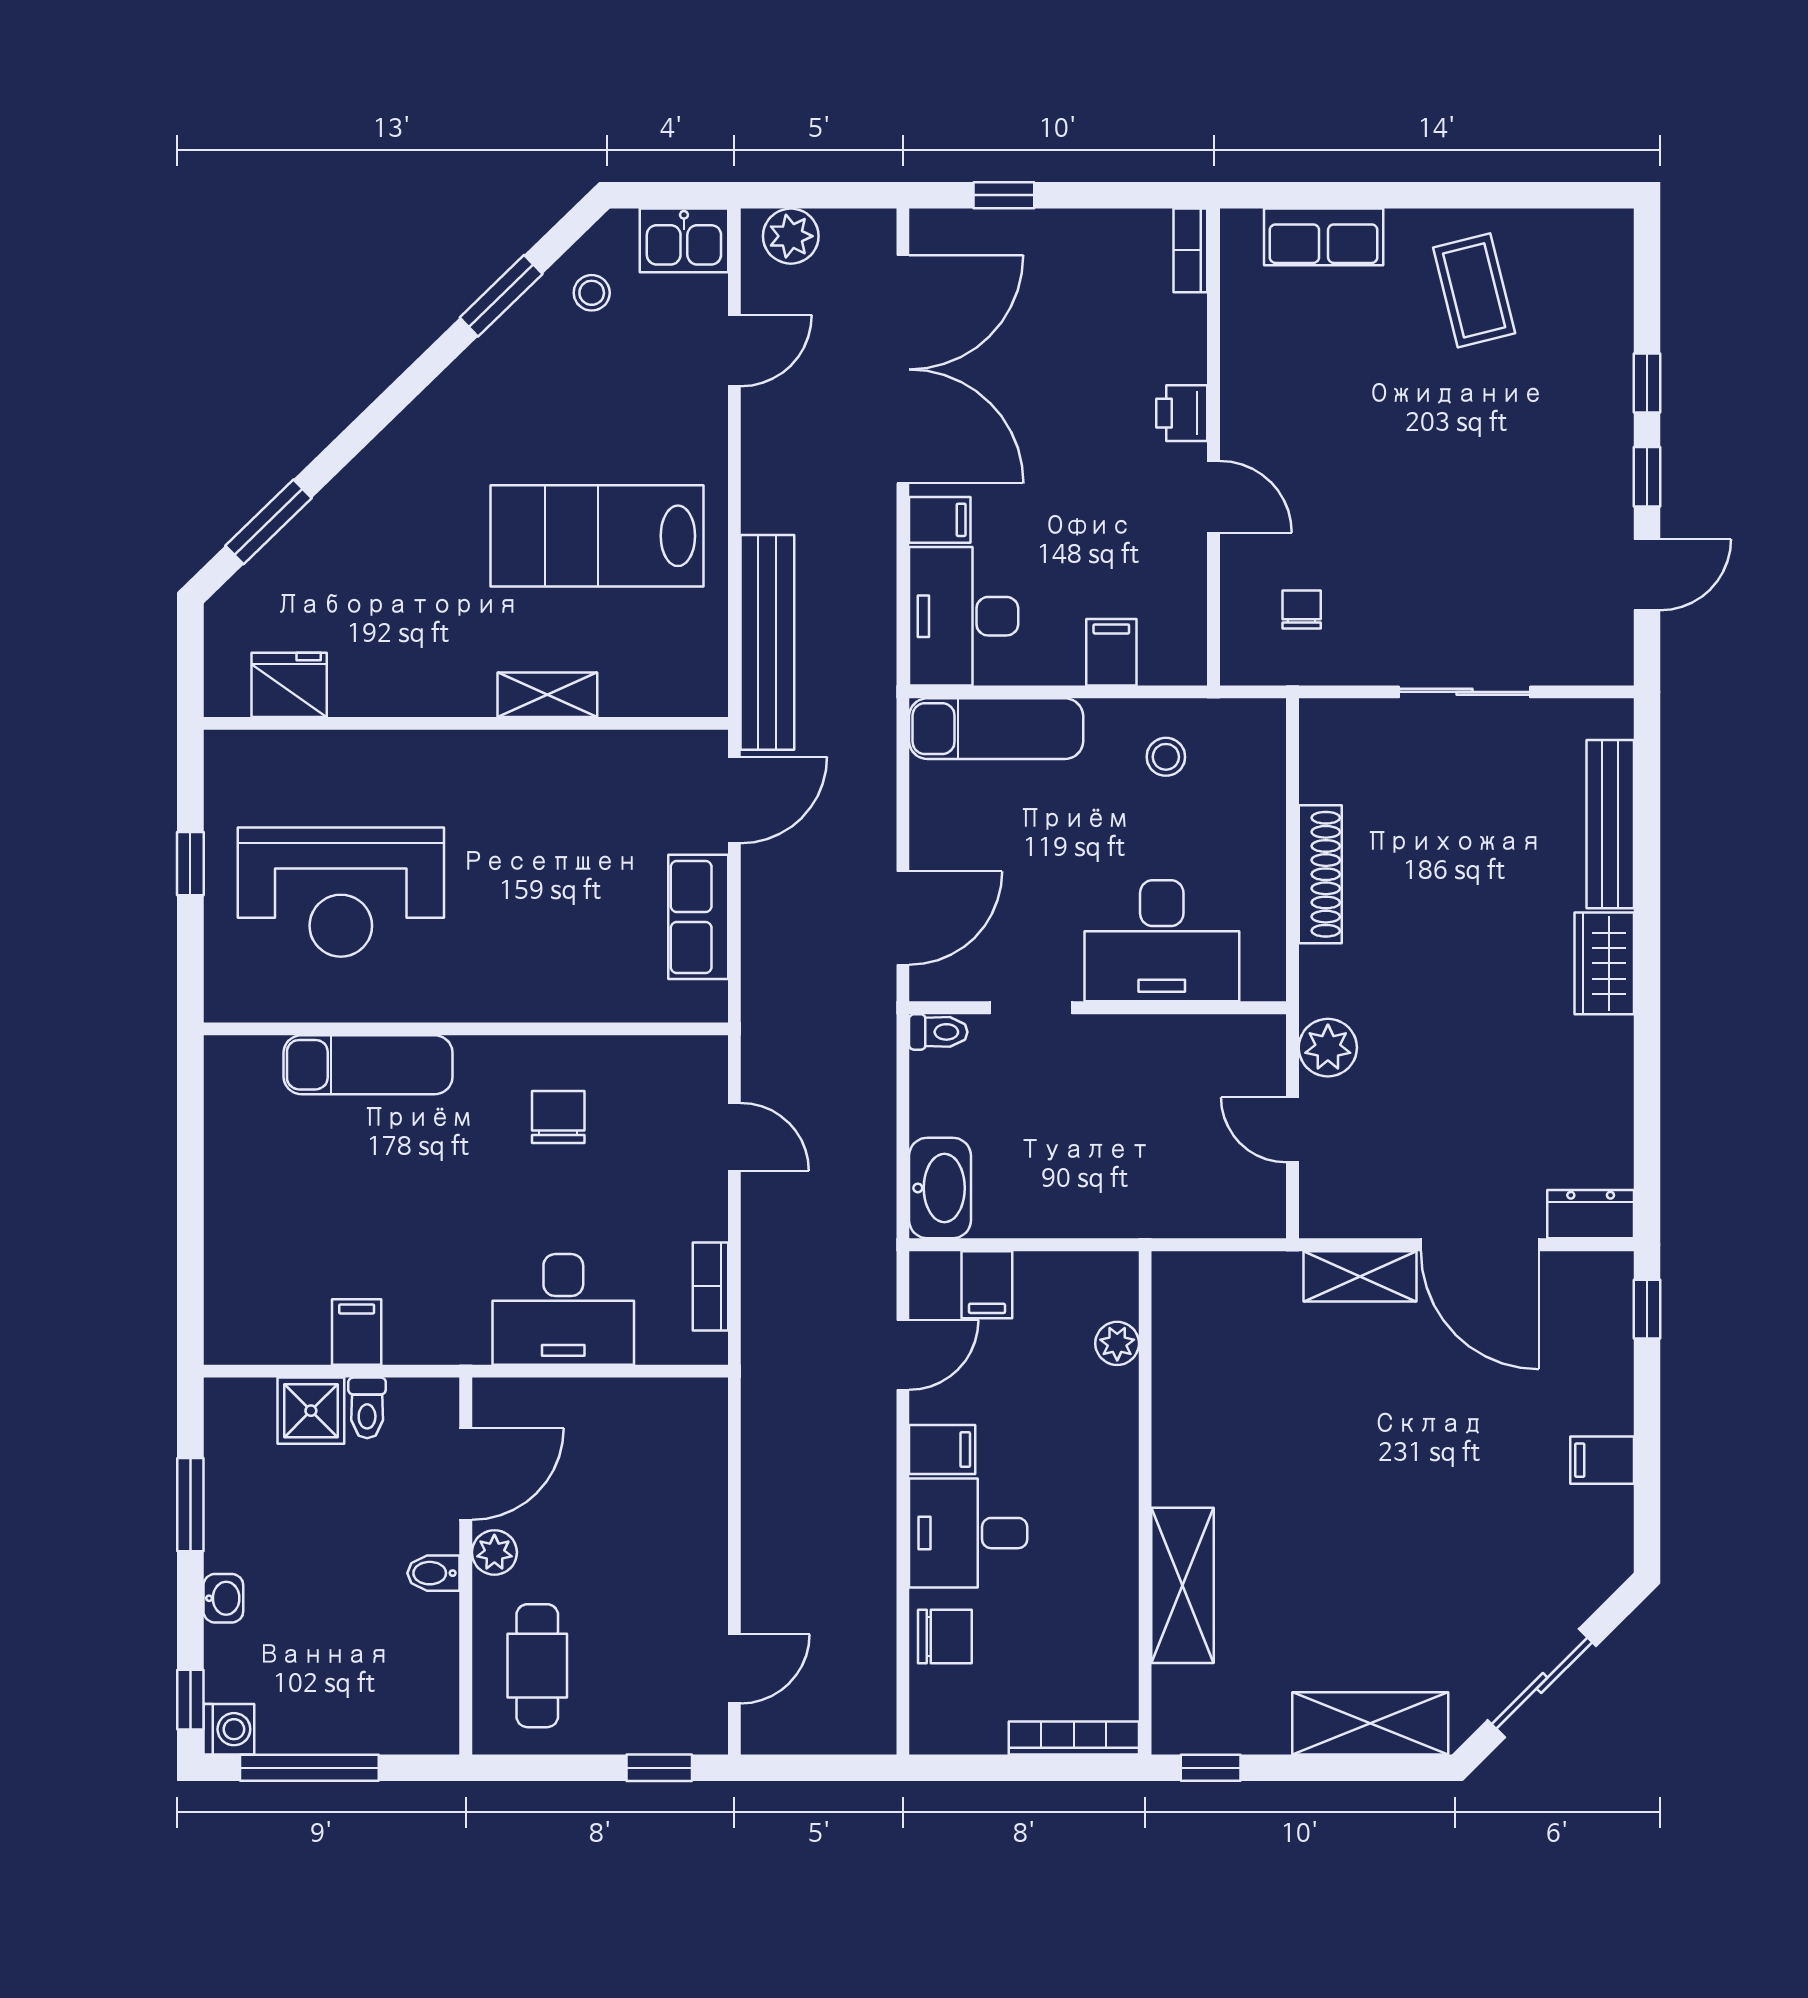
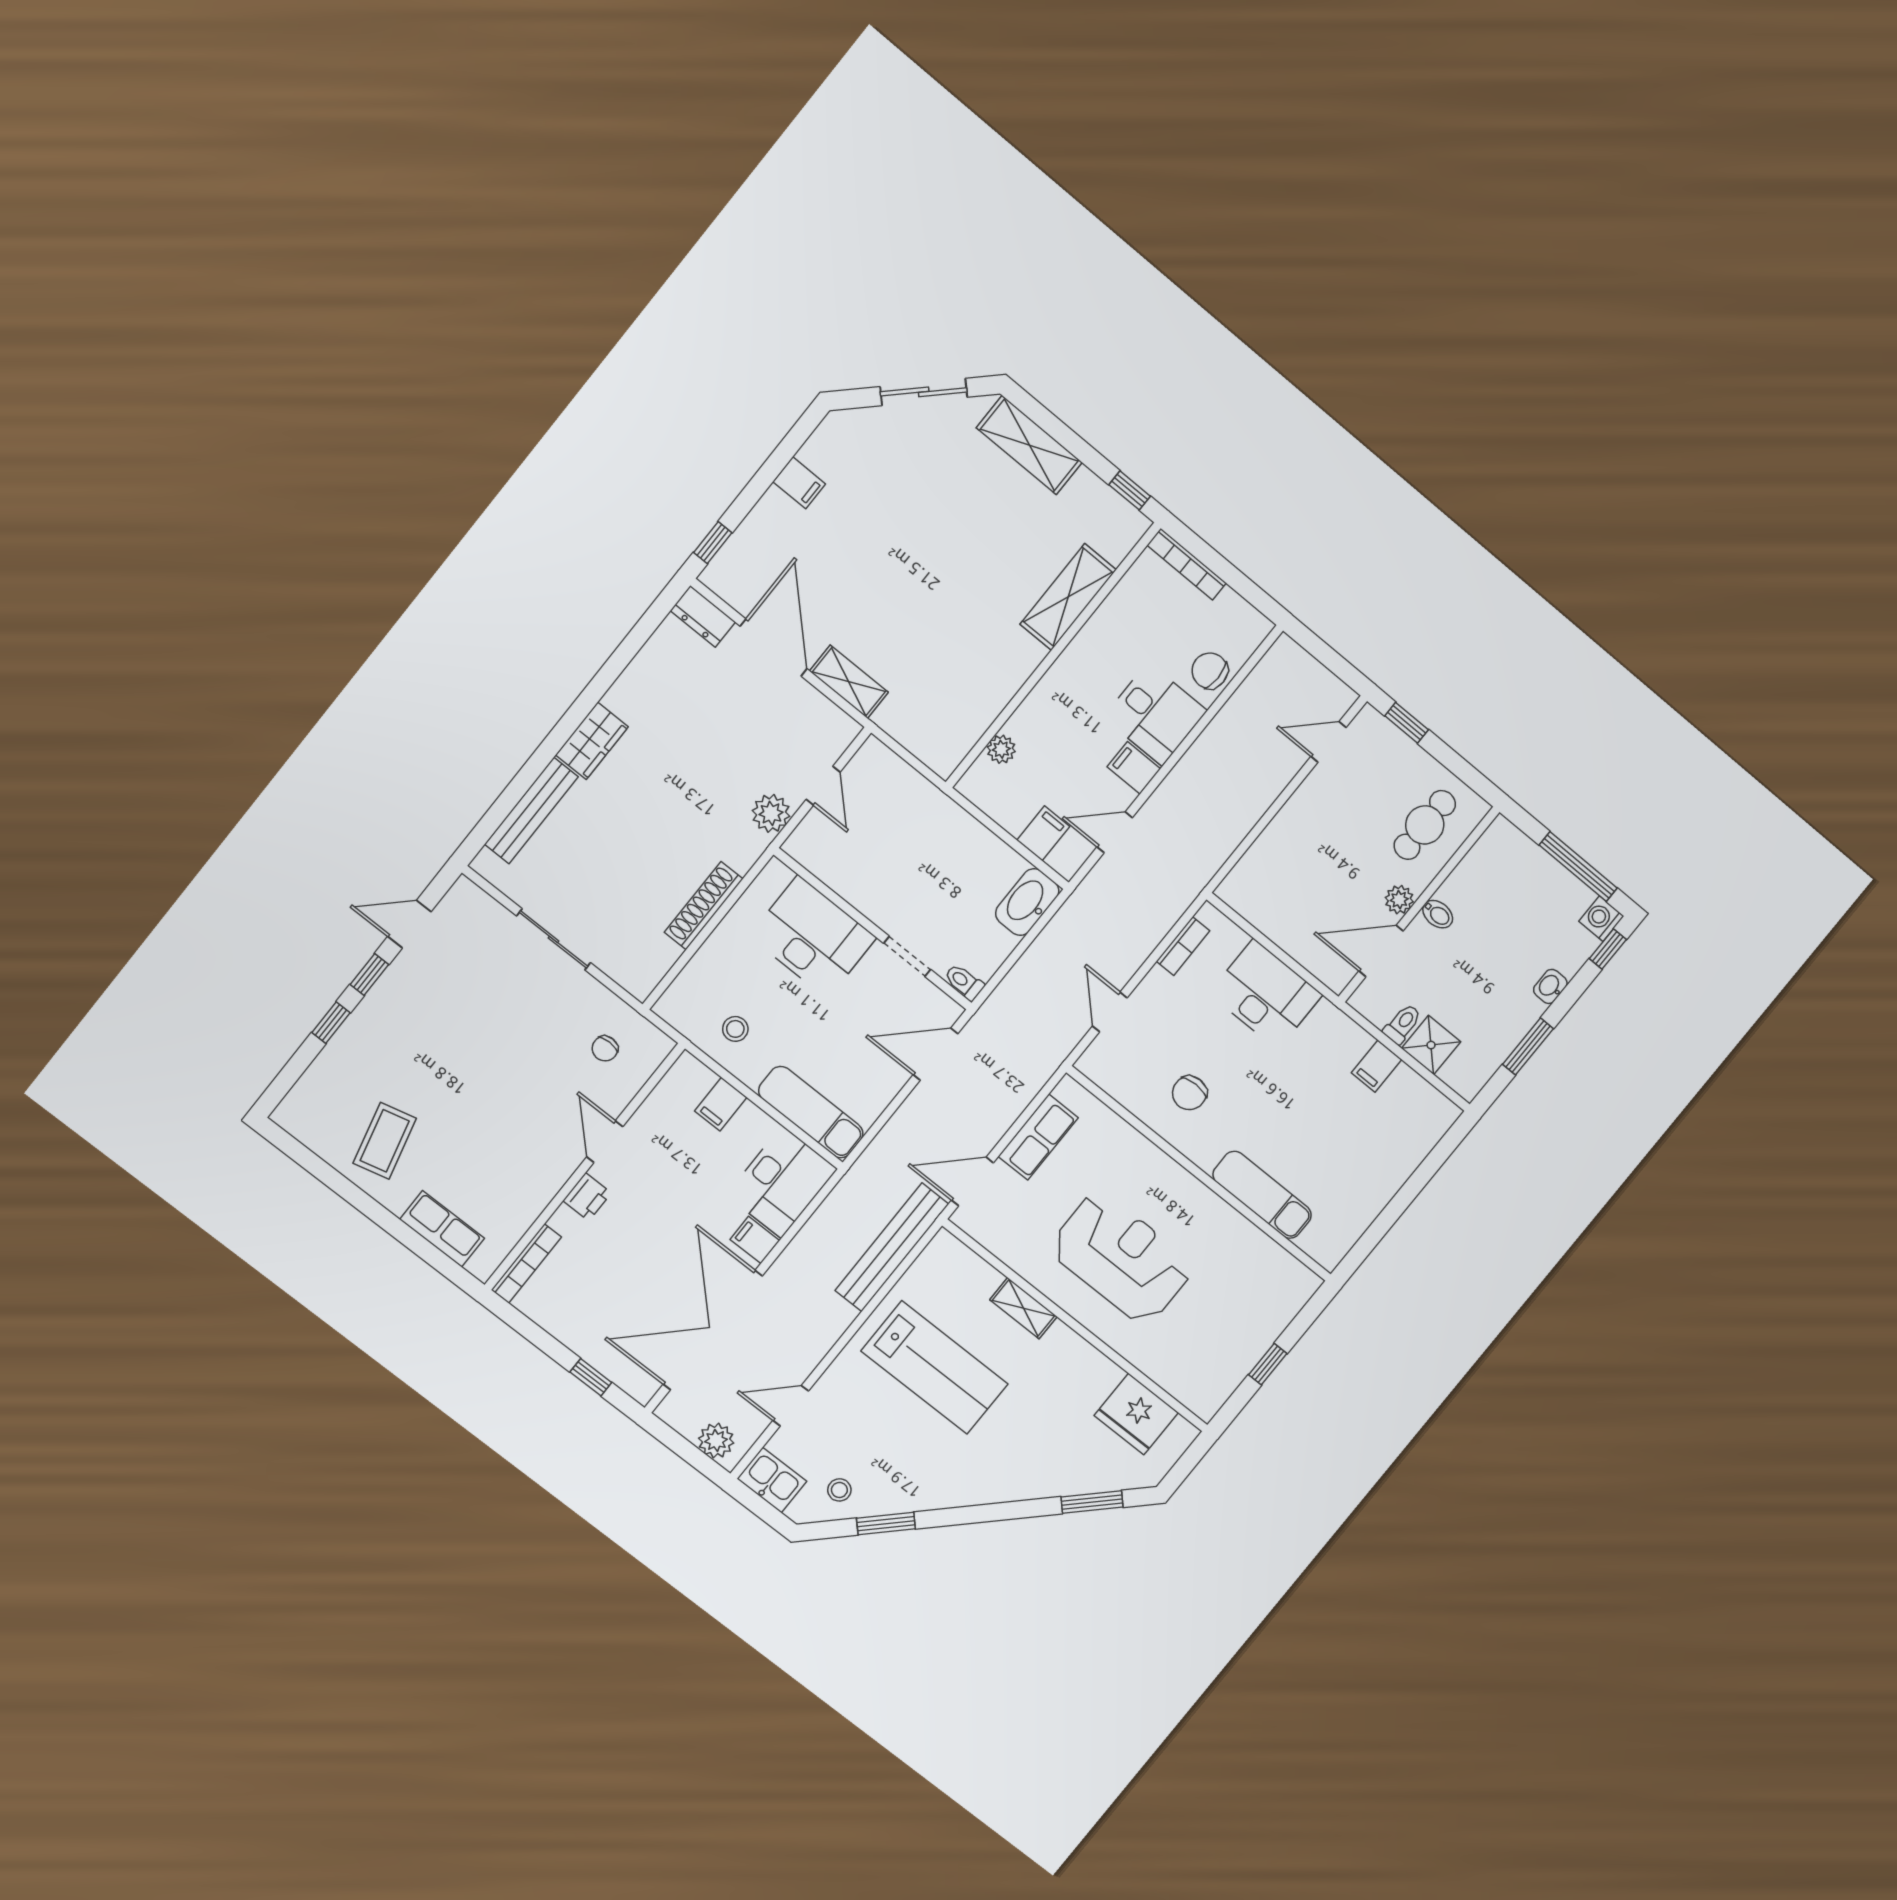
bookcase: (1190, 250) -> (526, 1263), width x1.56
fridge: (289, 685) -> (1136, 1414), width x1.36, depth x1.34
reception desk: (341, 892) -> (1121, 1258), moved

